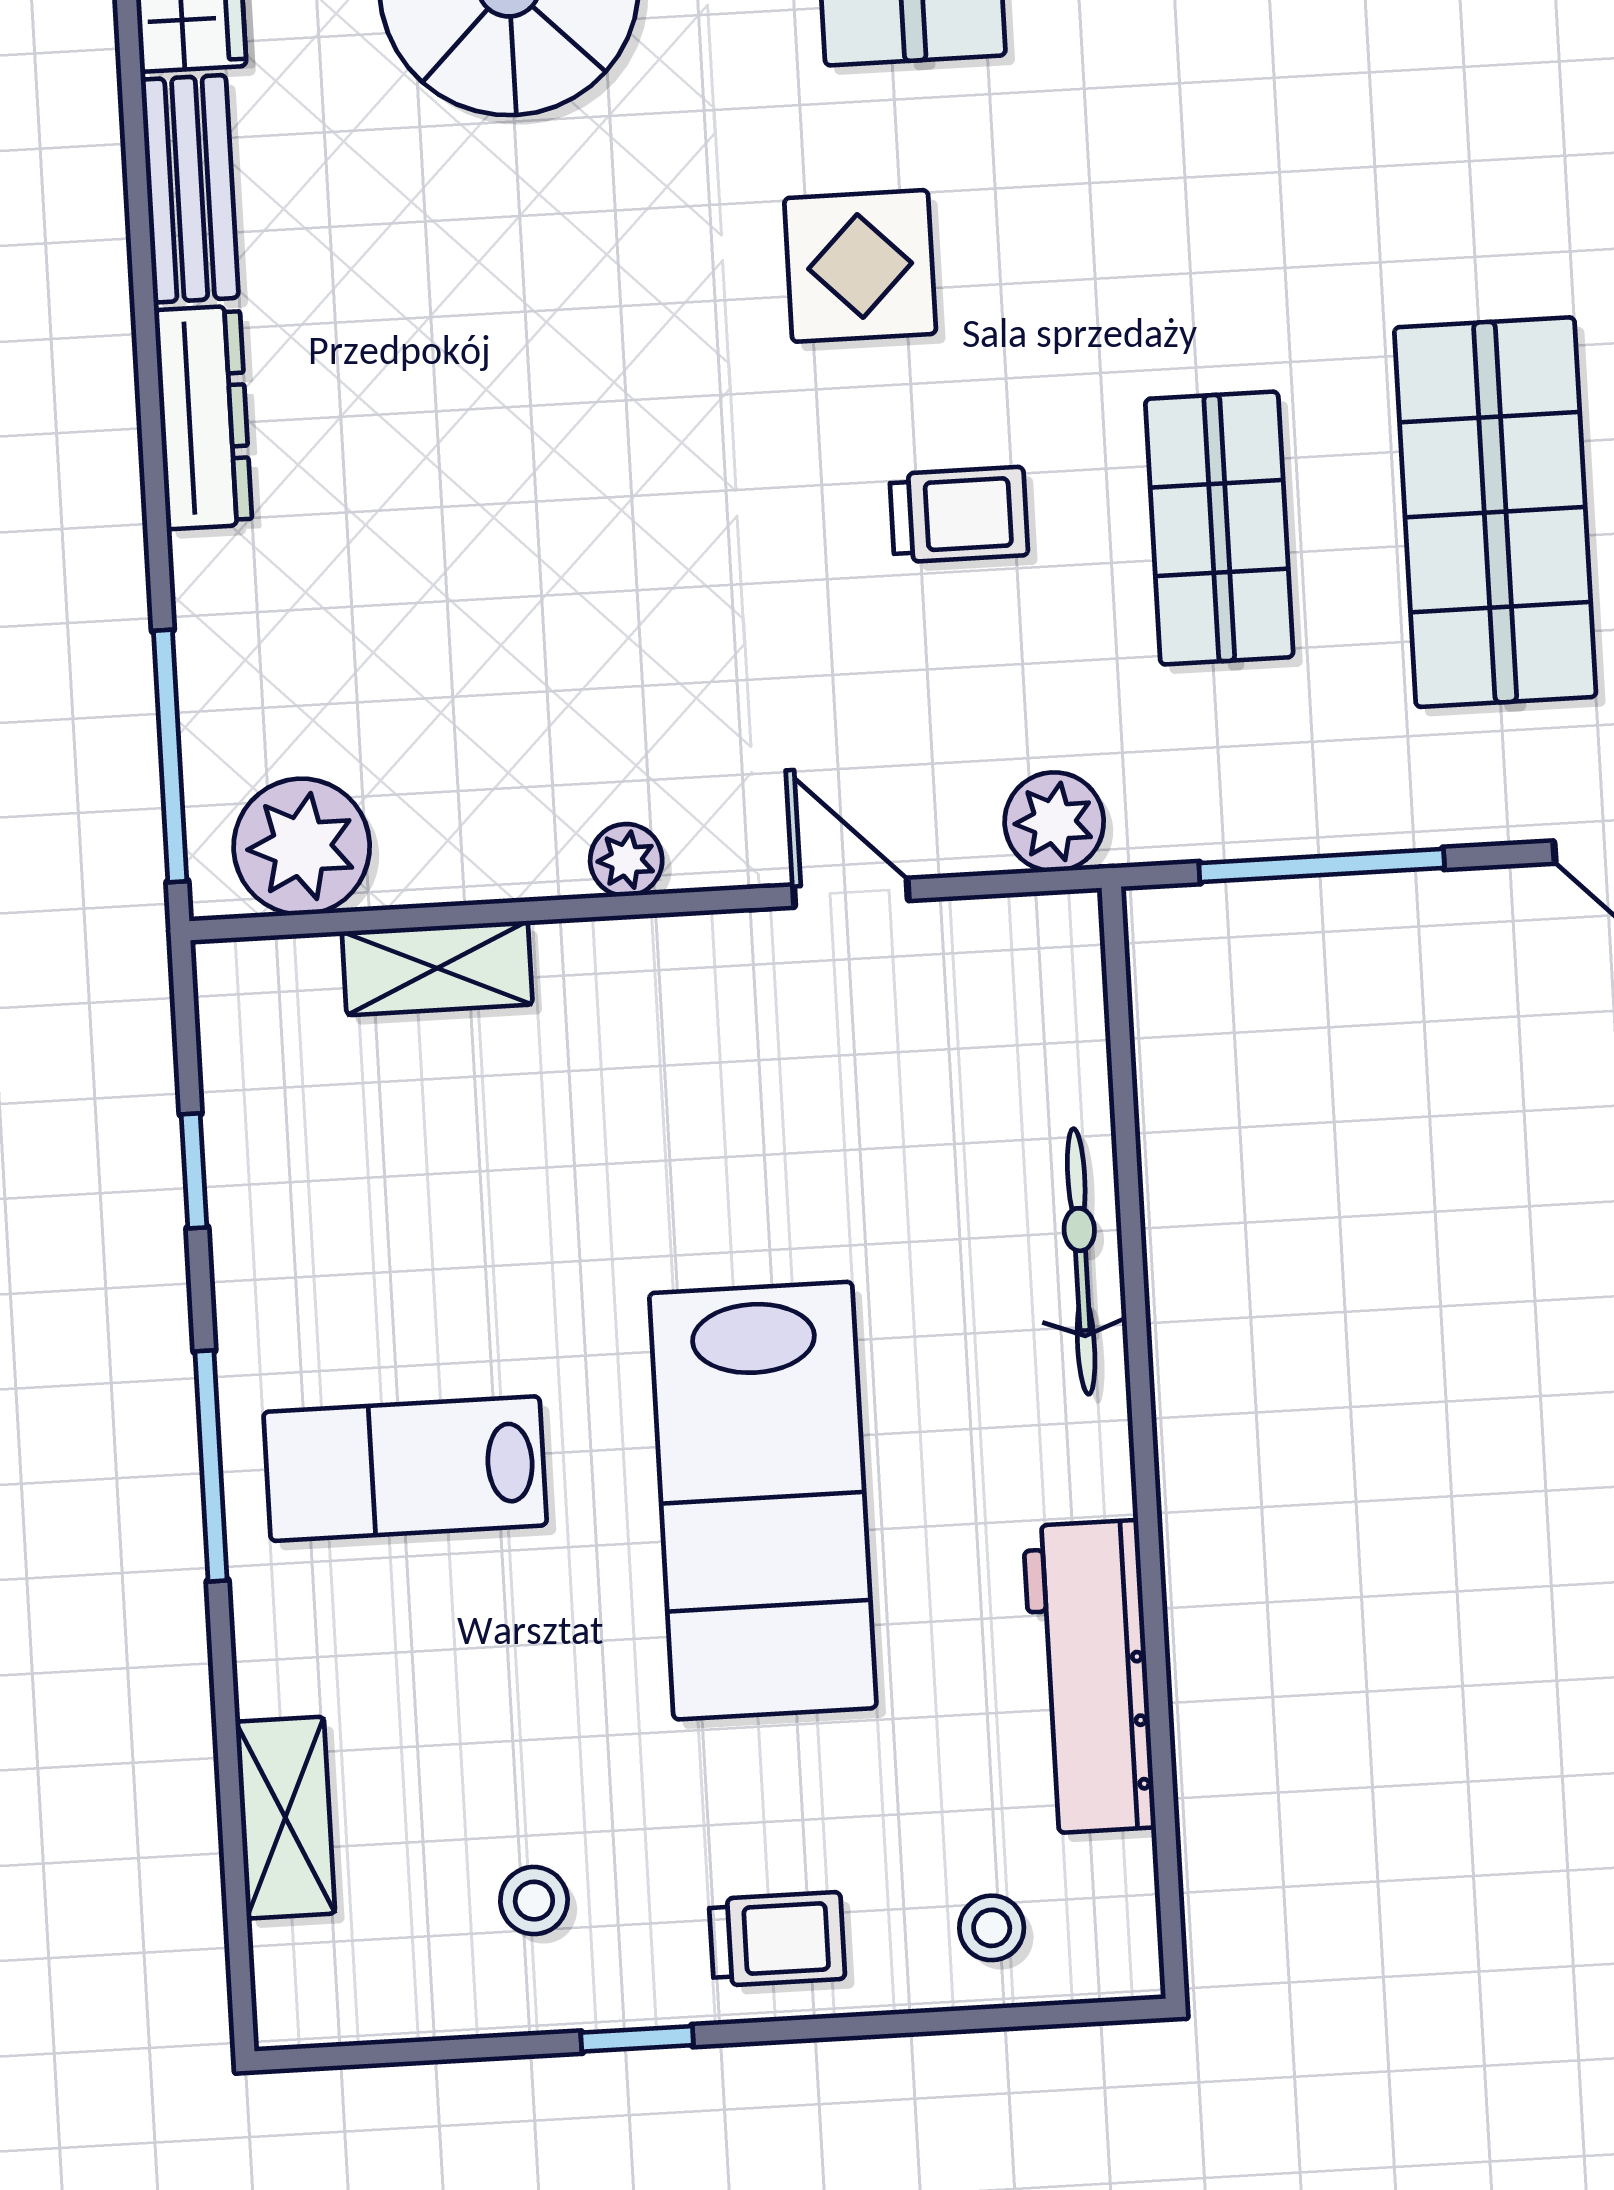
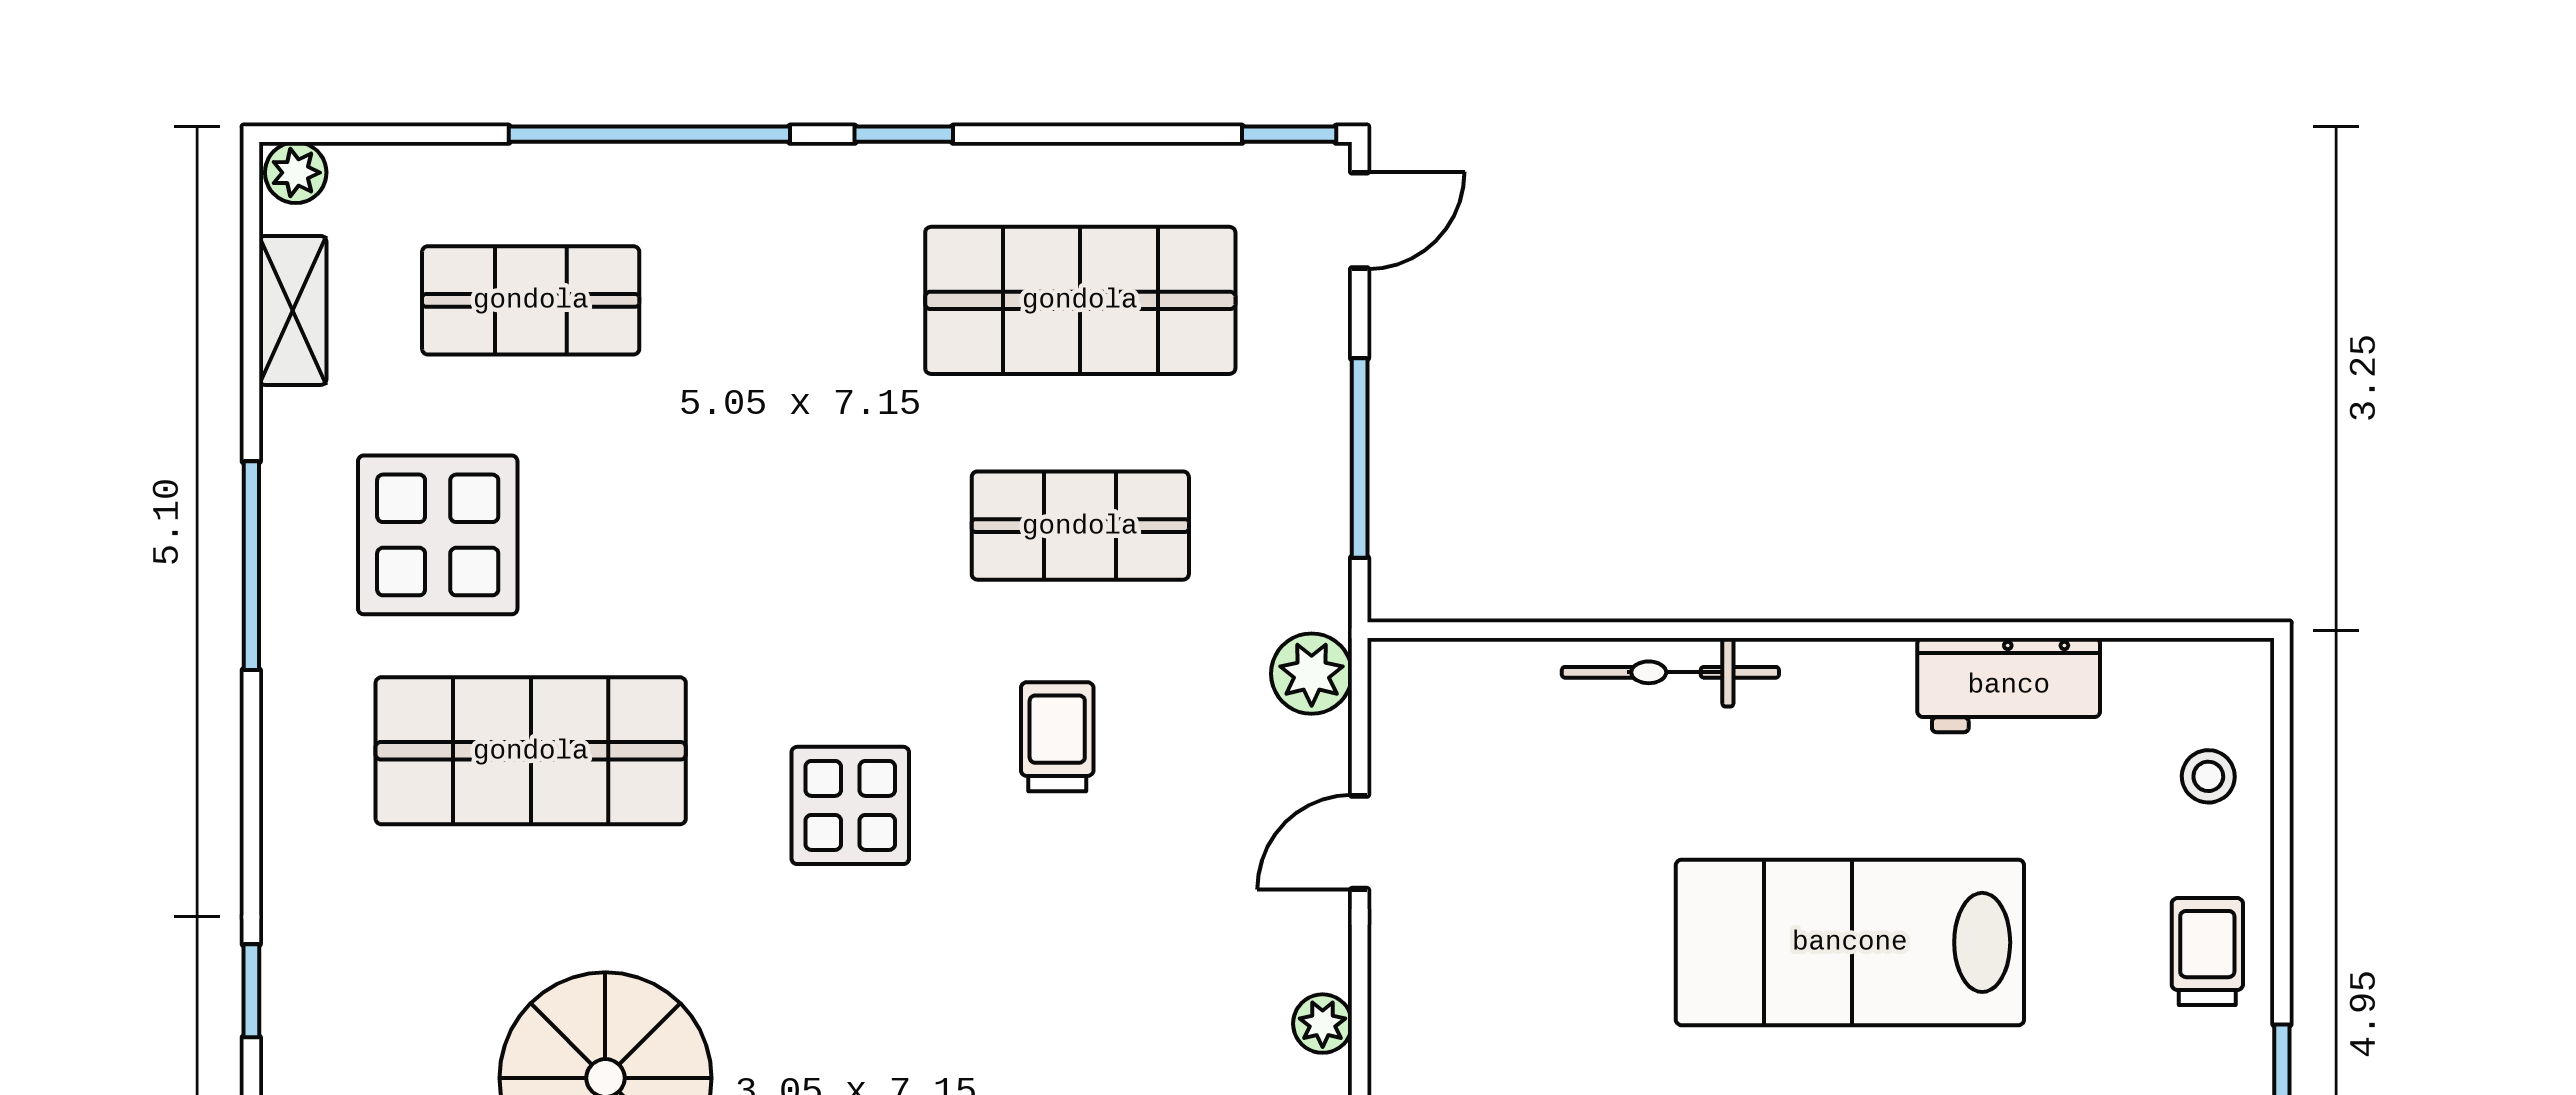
lab bench: (763, 1501) -> (1850, 942), turned 180
workbench: (1089, 1677) -> (2009, 685), width x0.73

